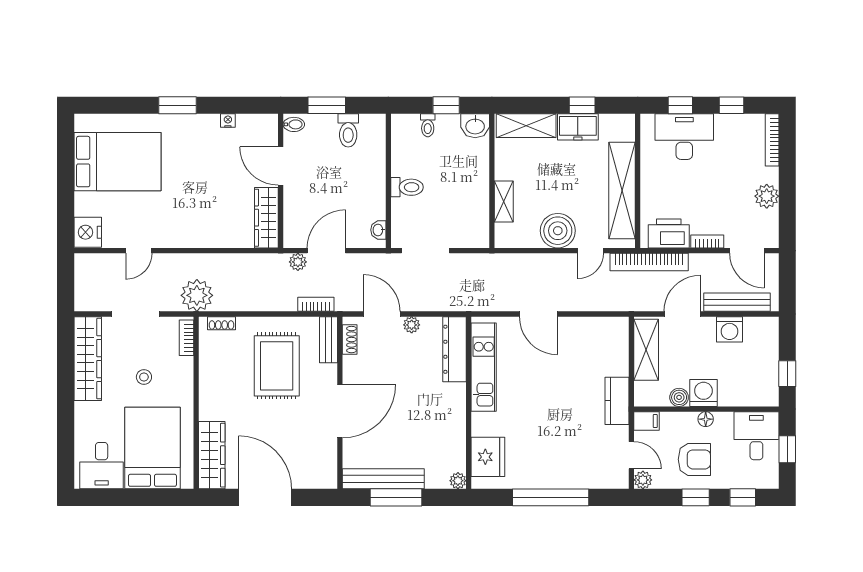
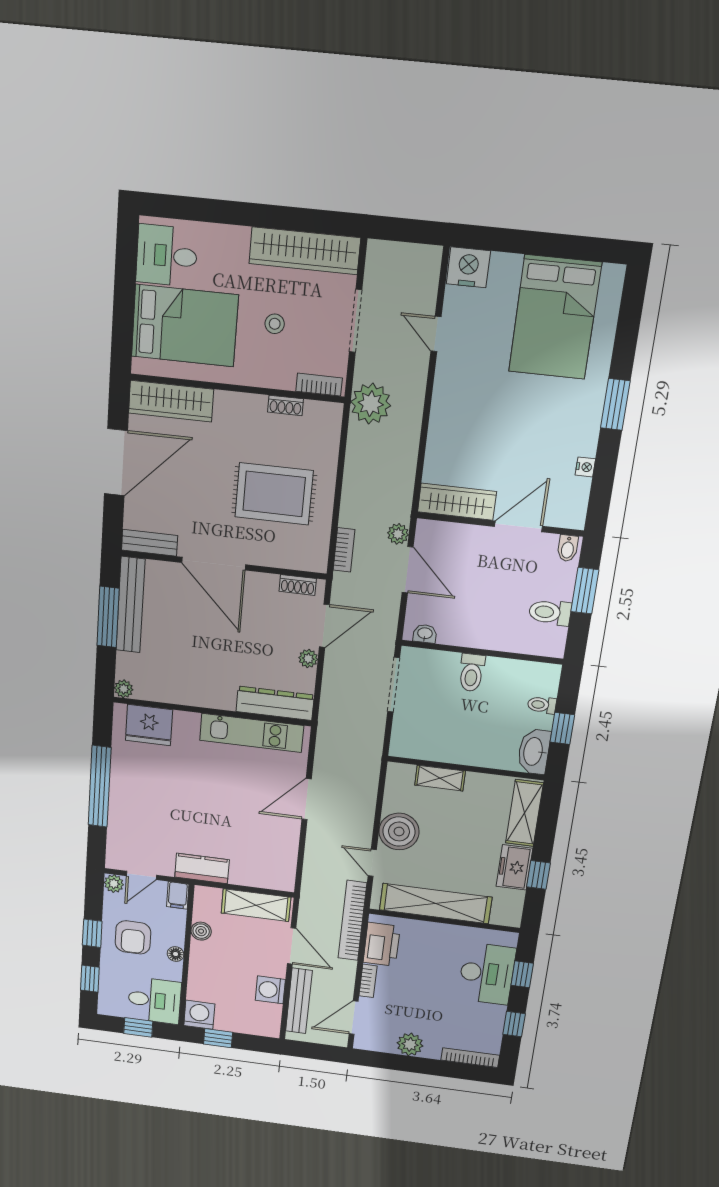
washbasin: (475, 126) -> (534, 752), width x1.38
shoe rack: (221, 323) -> (286, 405), moved, turned -90
bench: (328, 340) -> (150, 543), moved
washing machine: (703, 393) -> (199, 1015), moved, turned -90

